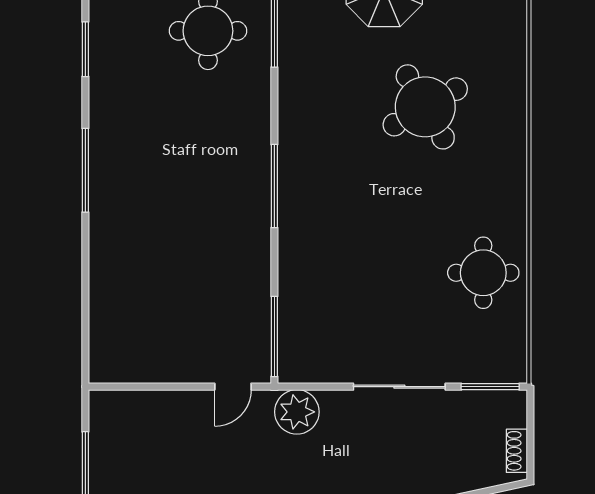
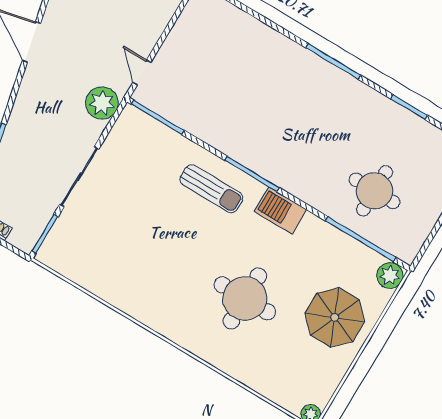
round table: (425, 107) -> (245, 298), turned 30
barbecue: (297, 127) -> (280, 211), added
sun lounger: (320, 223) -> (211, 189), added
round table: (483, 273) -> (119, 272), removed

